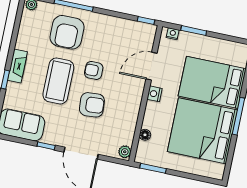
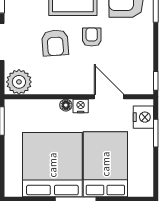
nightstand: (173, 34) -> (143, 117), width x1.89, depth x1.79
floor lamp: (145, 135) -> (66, 105), moved
plant: (125, 152) -> (19, 82), width x1.87, depth x1.87

